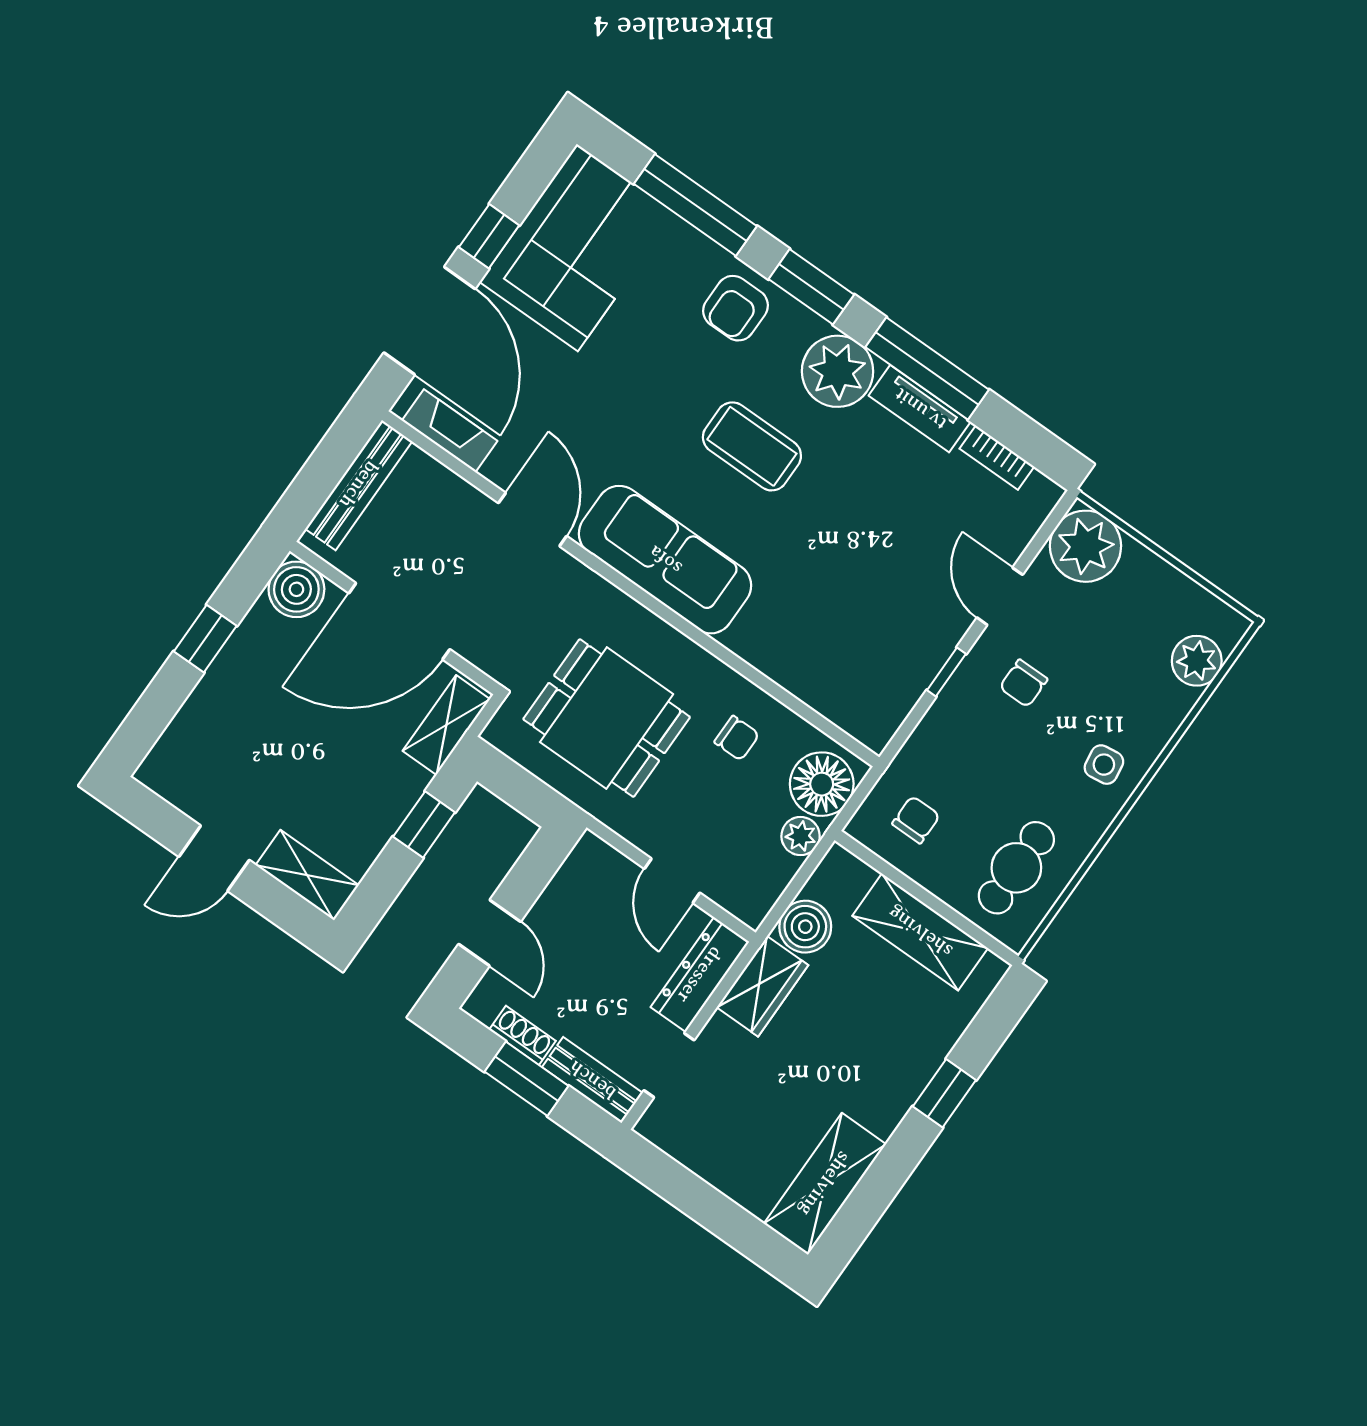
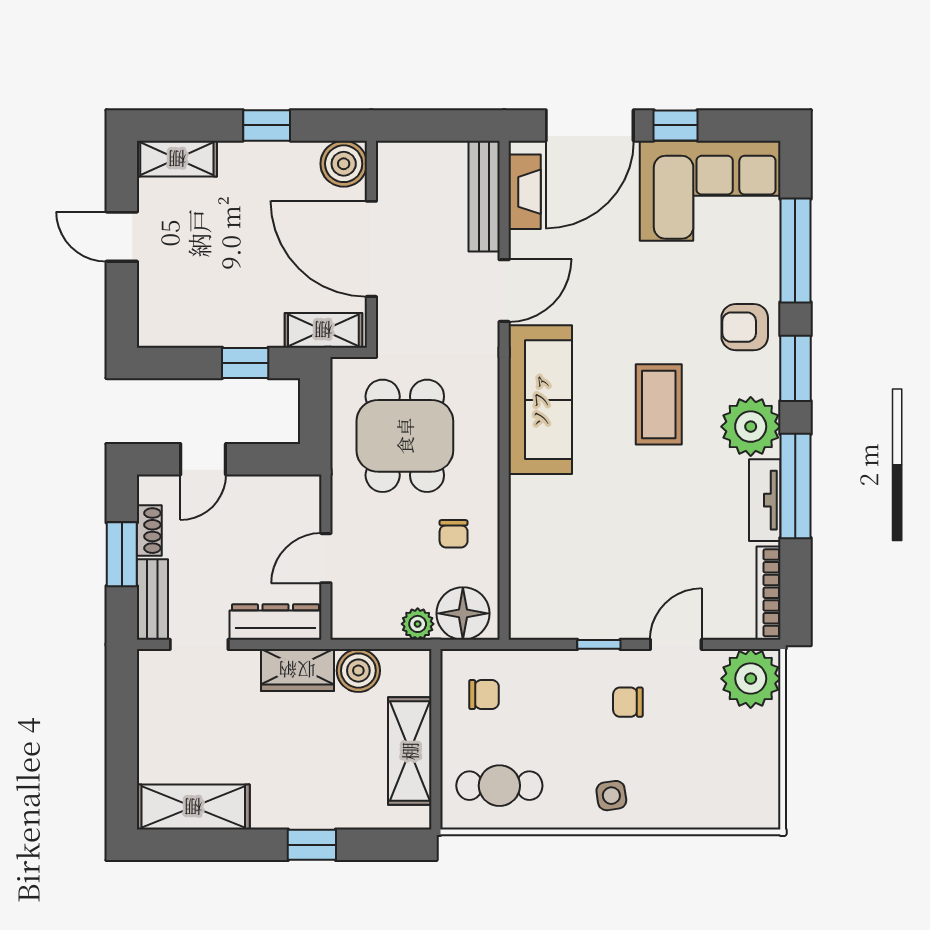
bookcase: (997, 458) -> (768, 593), width x1.56
bench: (359, 485) -> (484, 196), moved, turned 90
plant: (1197, 661) -> (726, 809), removed
shelving: (307, 875) -> (177, 159), moved, turned 90

